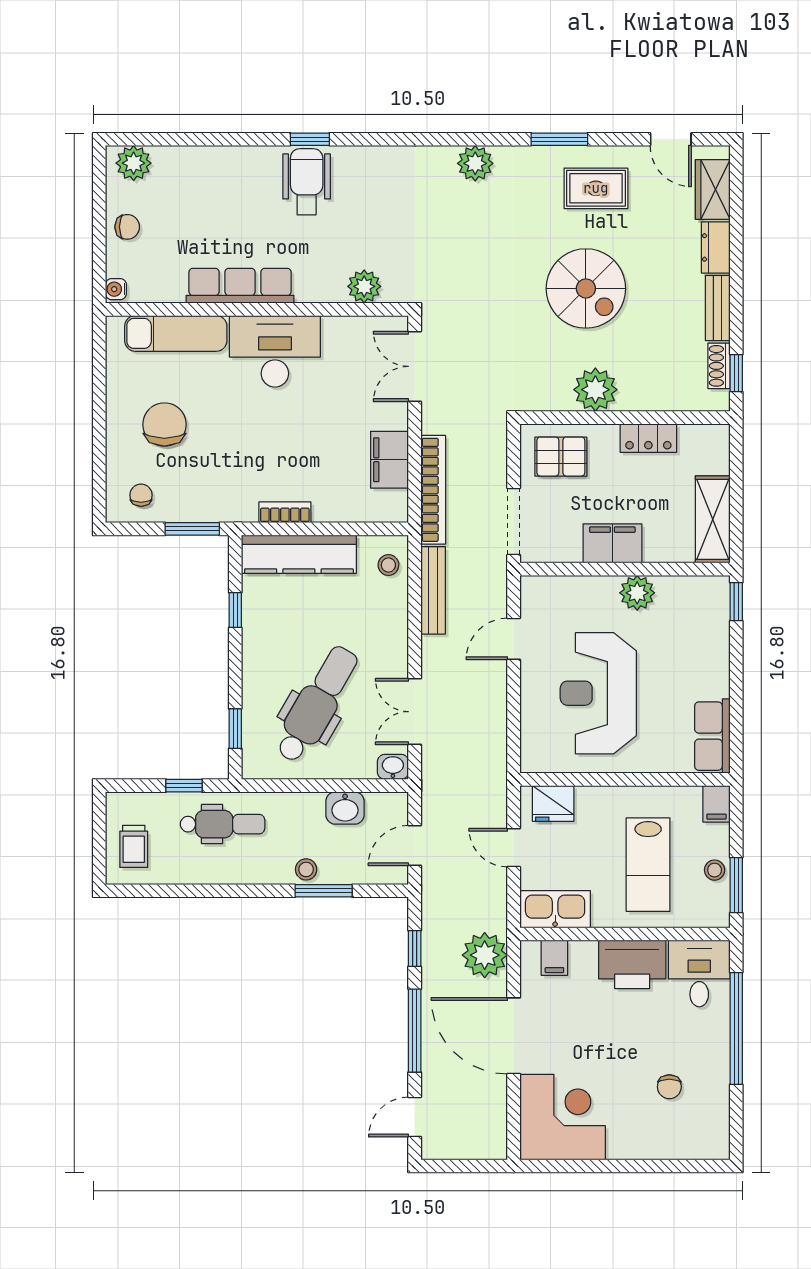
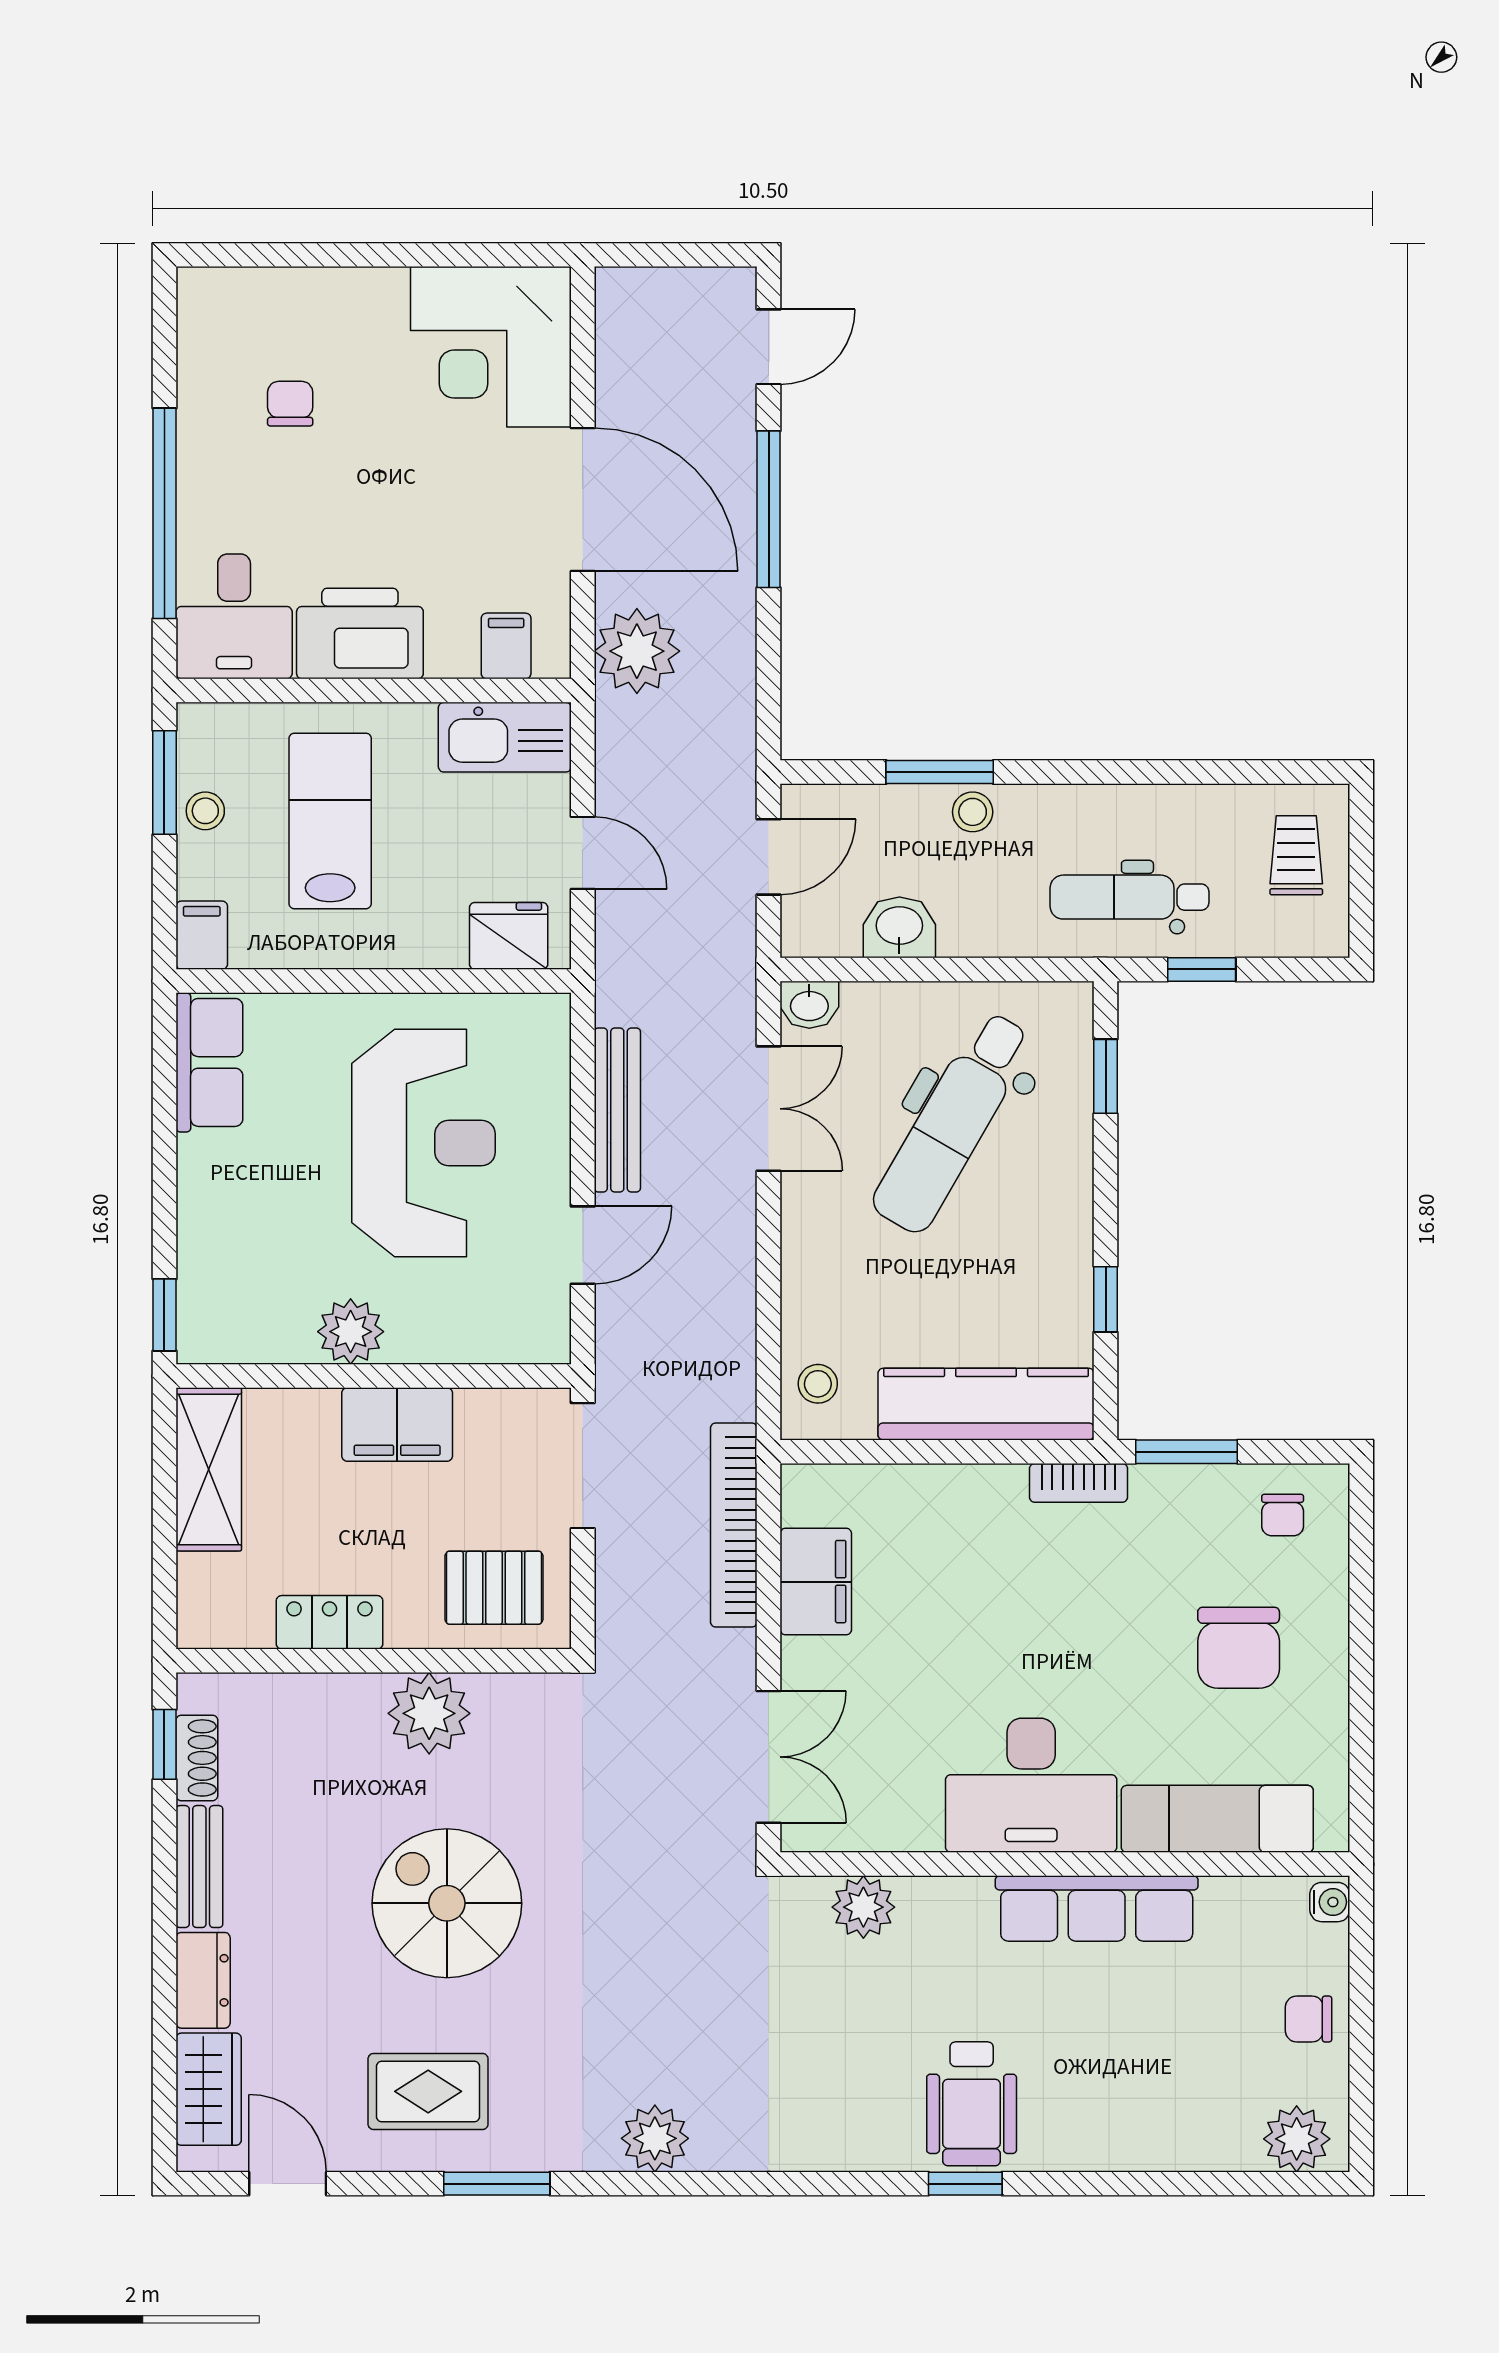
bookcase: (285, 512) -> (1078, 1483), moved
bench: (433, 590) -> (617, 1110), moved
window: (415, 948) -> (769, 664), removed

